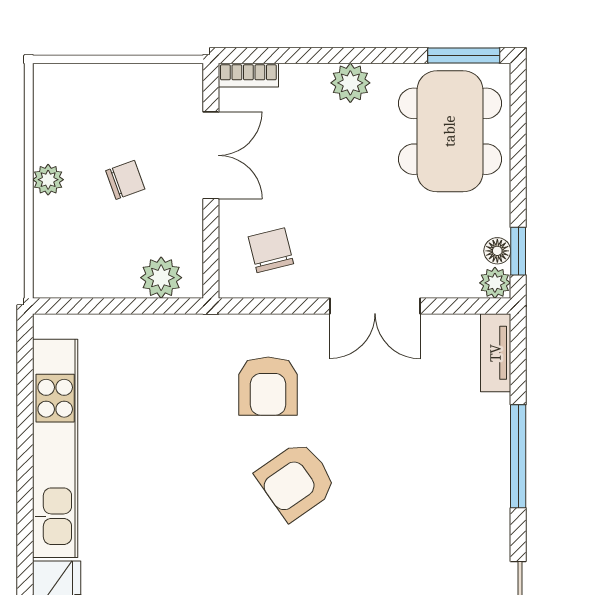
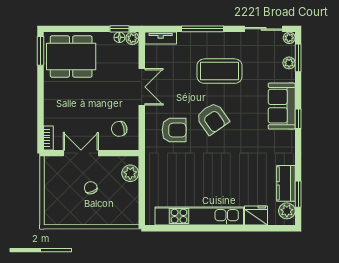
plant: (350, 83) -> (52, 97), removed
plant: (48, 180) -> (91, 219), removed
coffee table: (414, 499) -> (220, 71), added

